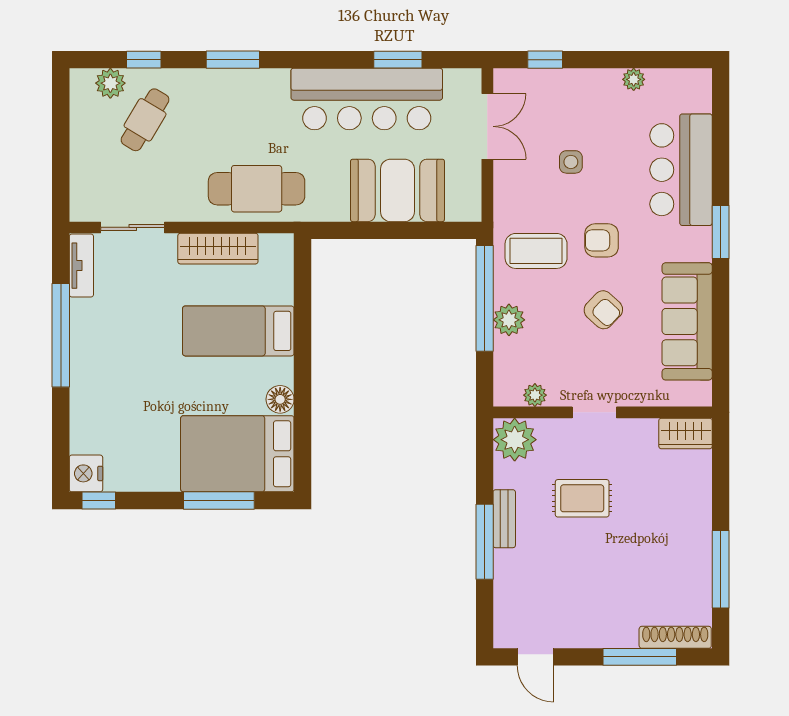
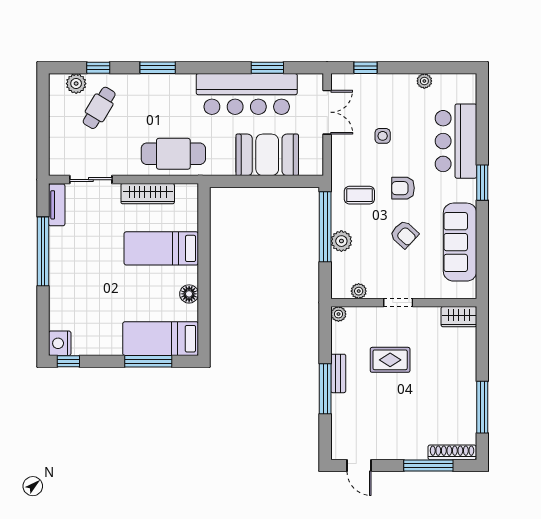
coffee table: (536, 251) -> (359, 195), width x0.73, depth x0.77
plant: (515, 440) -> (338, 314), width x0.53, depth x0.53
bed: (237, 454) -> (161, 339), width x0.67

